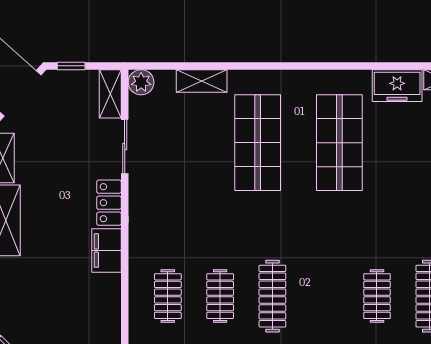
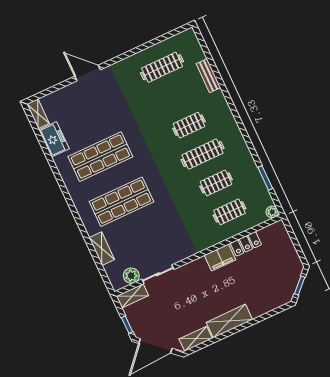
plant: (141, 82) -> (131, 276), moved
locker: (109, 203) -> (246, 244), moved
clothes rail: (377, 296) -> (189, 125), moved

